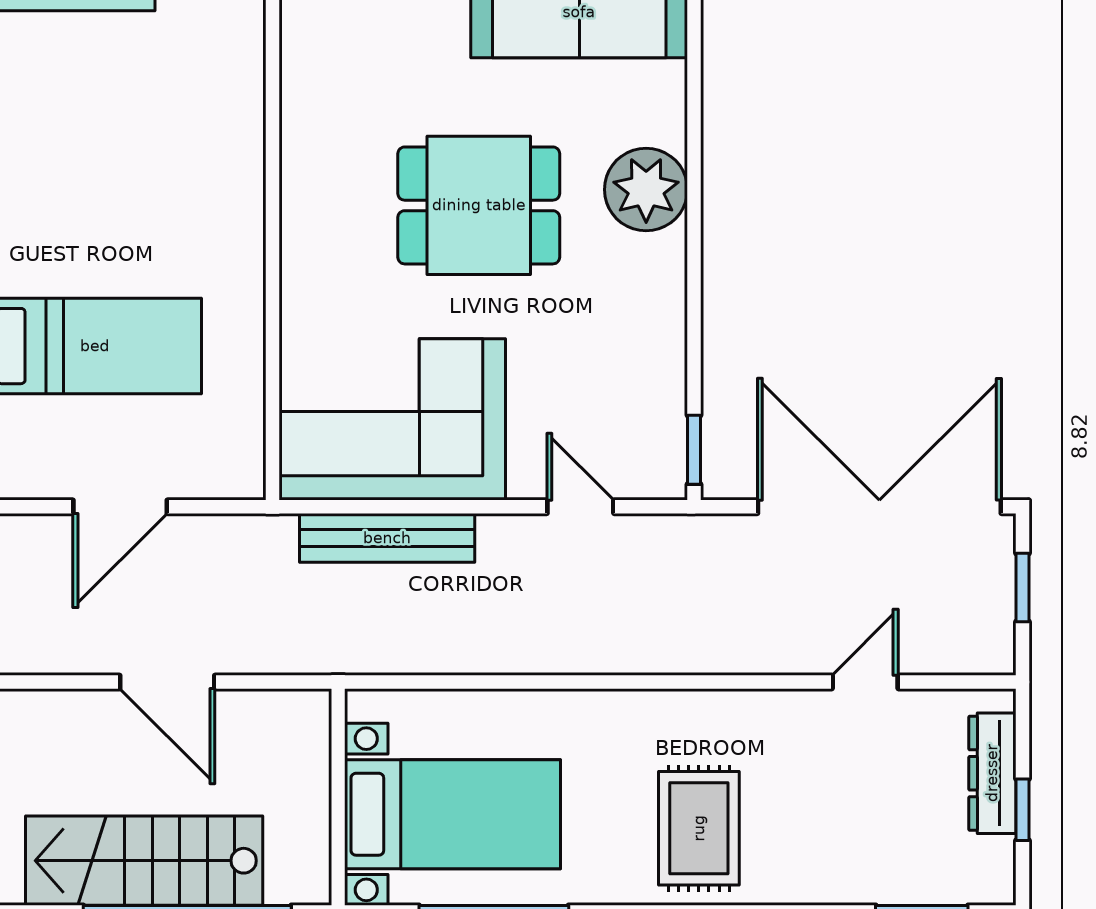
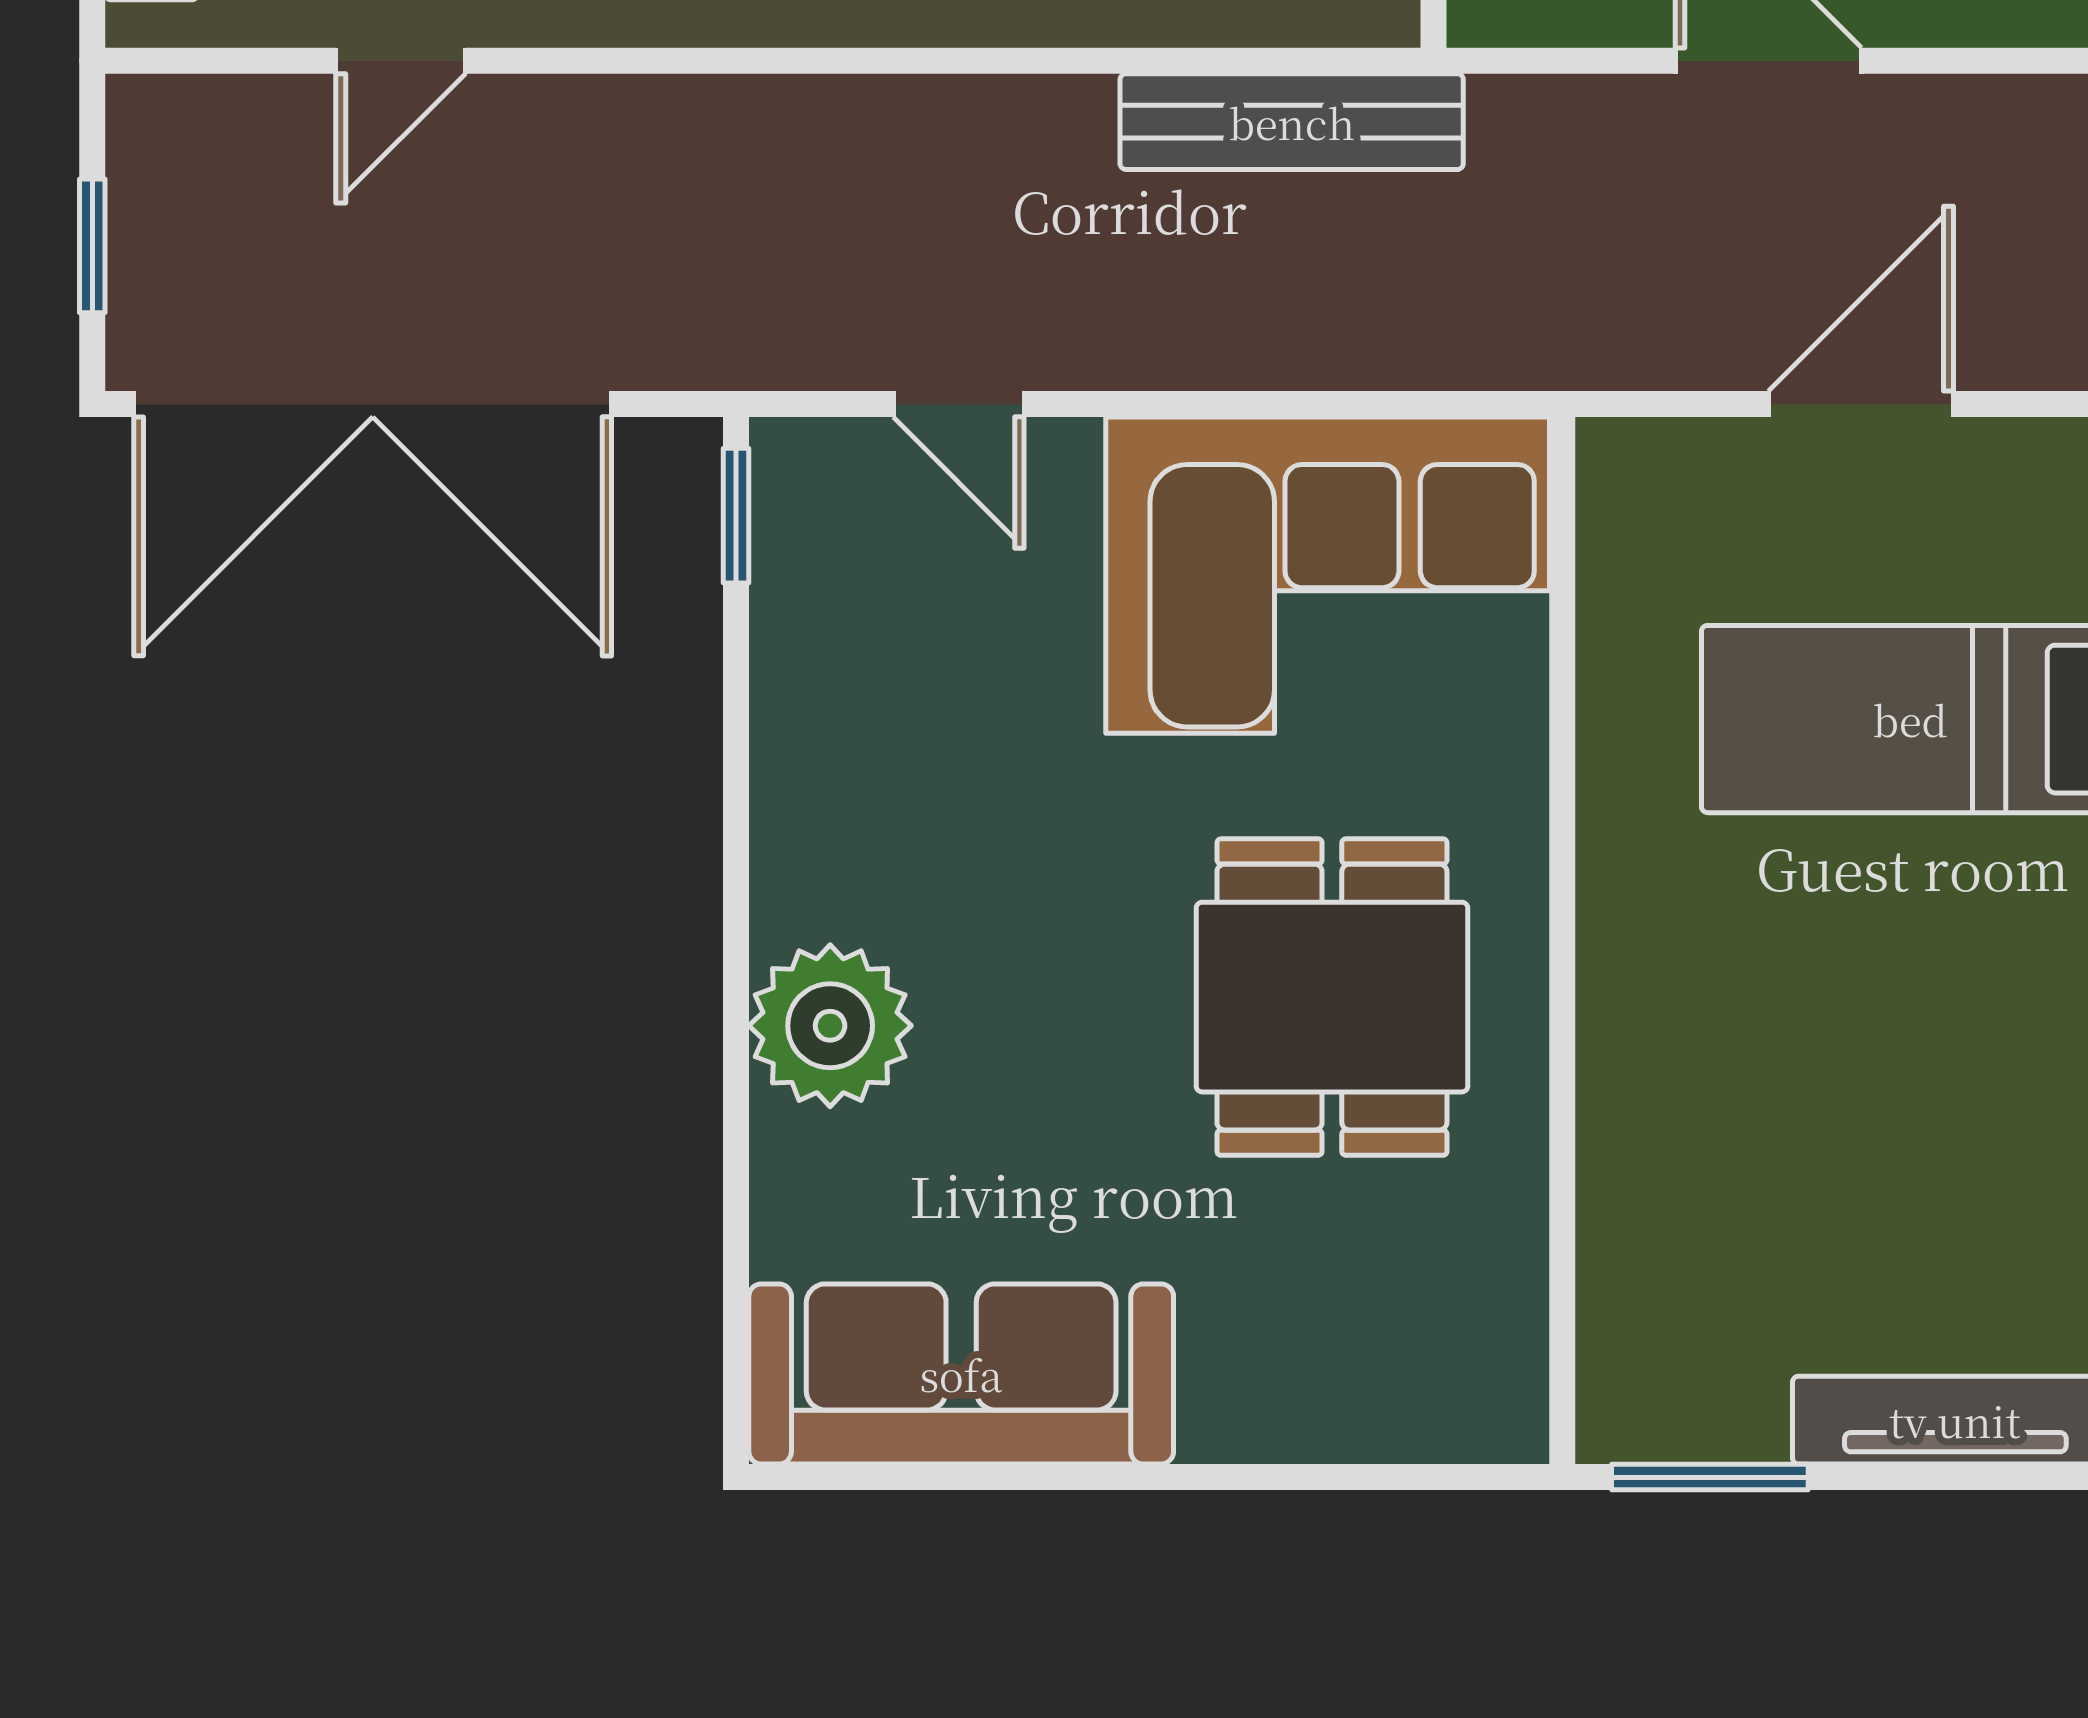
dining table: (479, 205) -> (1332, 997), moved, turned 90
bench: (387, 538) -> (1292, 122), moved

